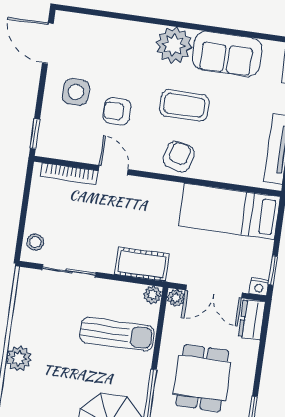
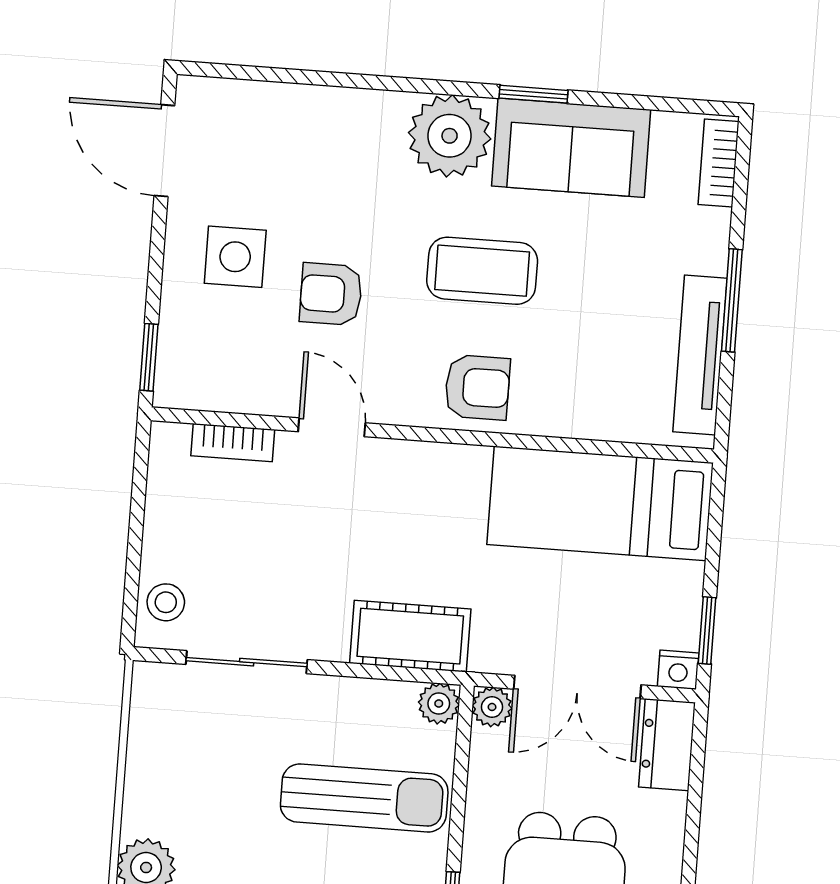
window: (212, 29) -> (533, 94), added
armchair: (179, 157) -> (477, 387), turned 76
bookcase: (69, 174) -> (233, 443), width x0.64

